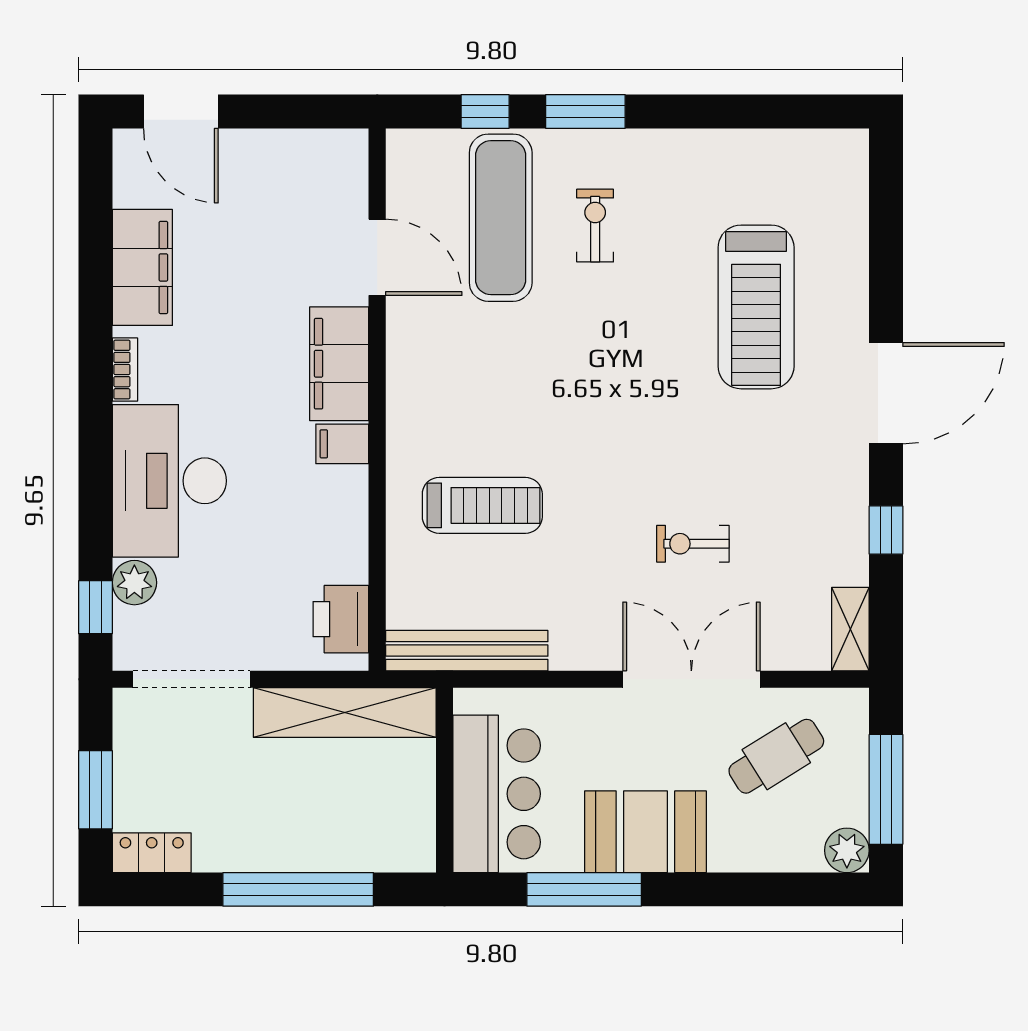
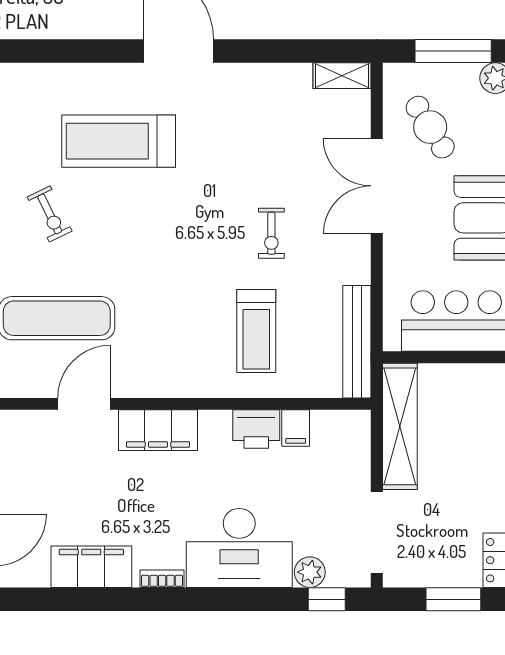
exercise bike: (595, 226) -> (50, 214), moved, turned -116
treadmill: (756, 307) -> (119, 141), turned 180
filing cabinet: (342, 444) -> (296, 428), moved
treadmill: (482, 505) -> (256, 331), turned 180
window: (886, 530) -> (273, 51), removed
exercise bike: (693, 544) -> (271, 233), moved
printer: (341, 619) -> (256, 429), moved

